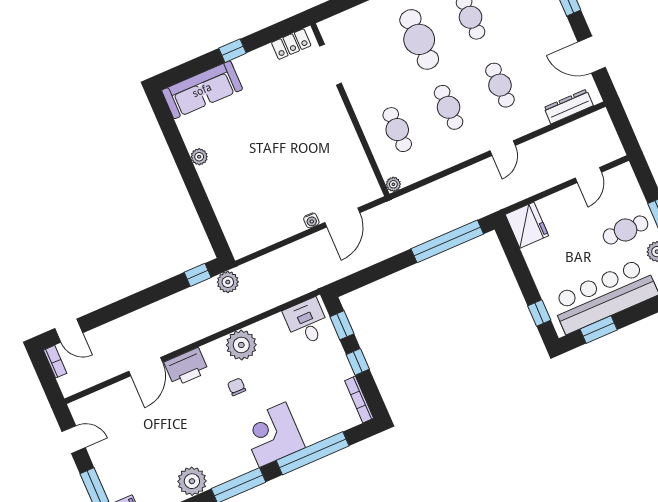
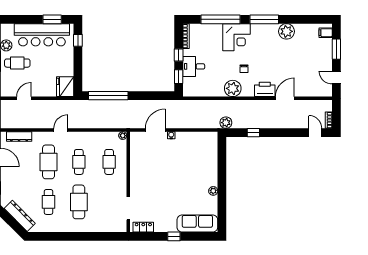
cafe table: (500, 85) -> (49, 162), width x1.37, depth x1.35
window: (198, 275) -> (253, 133), moved
desk: (307, 322) -> (194, 66), moved, turned 90

